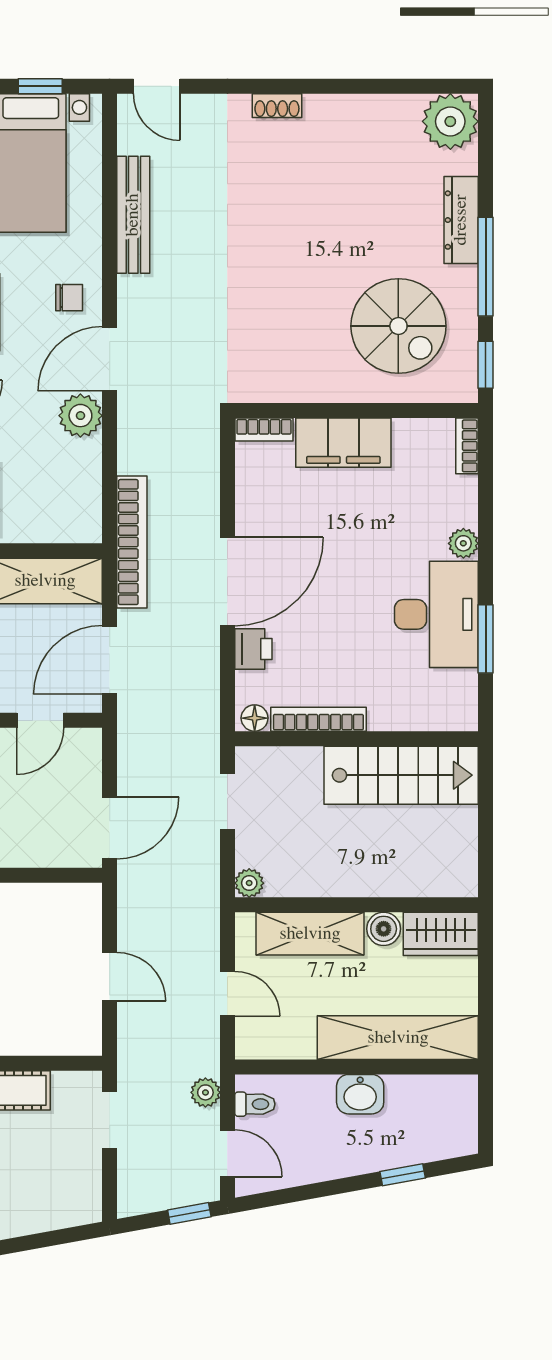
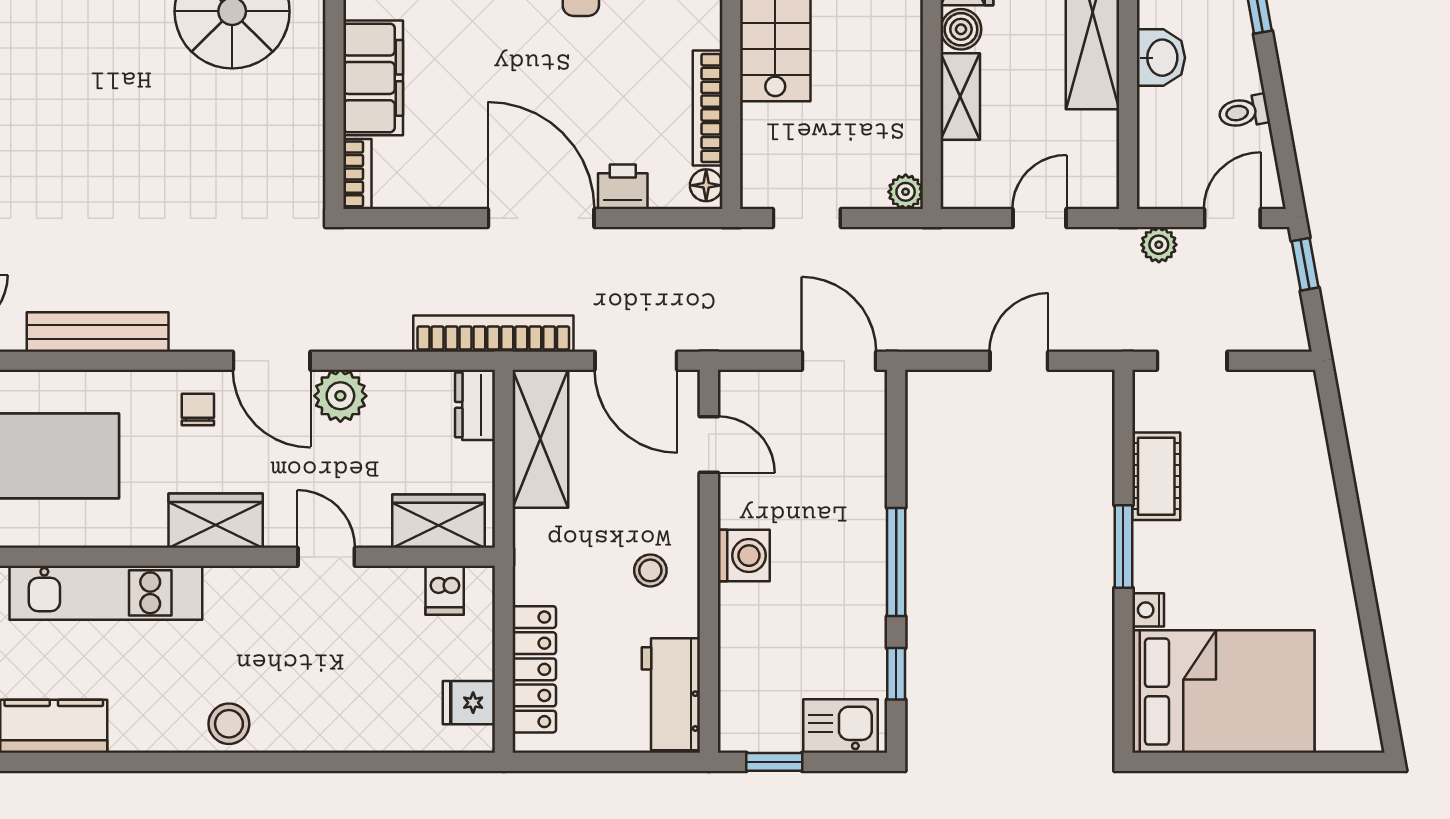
dresser: (73, 527) -> (475, 405), added
shelving: (310, 934) -> (960, 96), width x0.67, depth x0.75
toilet: (255, 1104) -> (1244, 112), moved, turned -100

